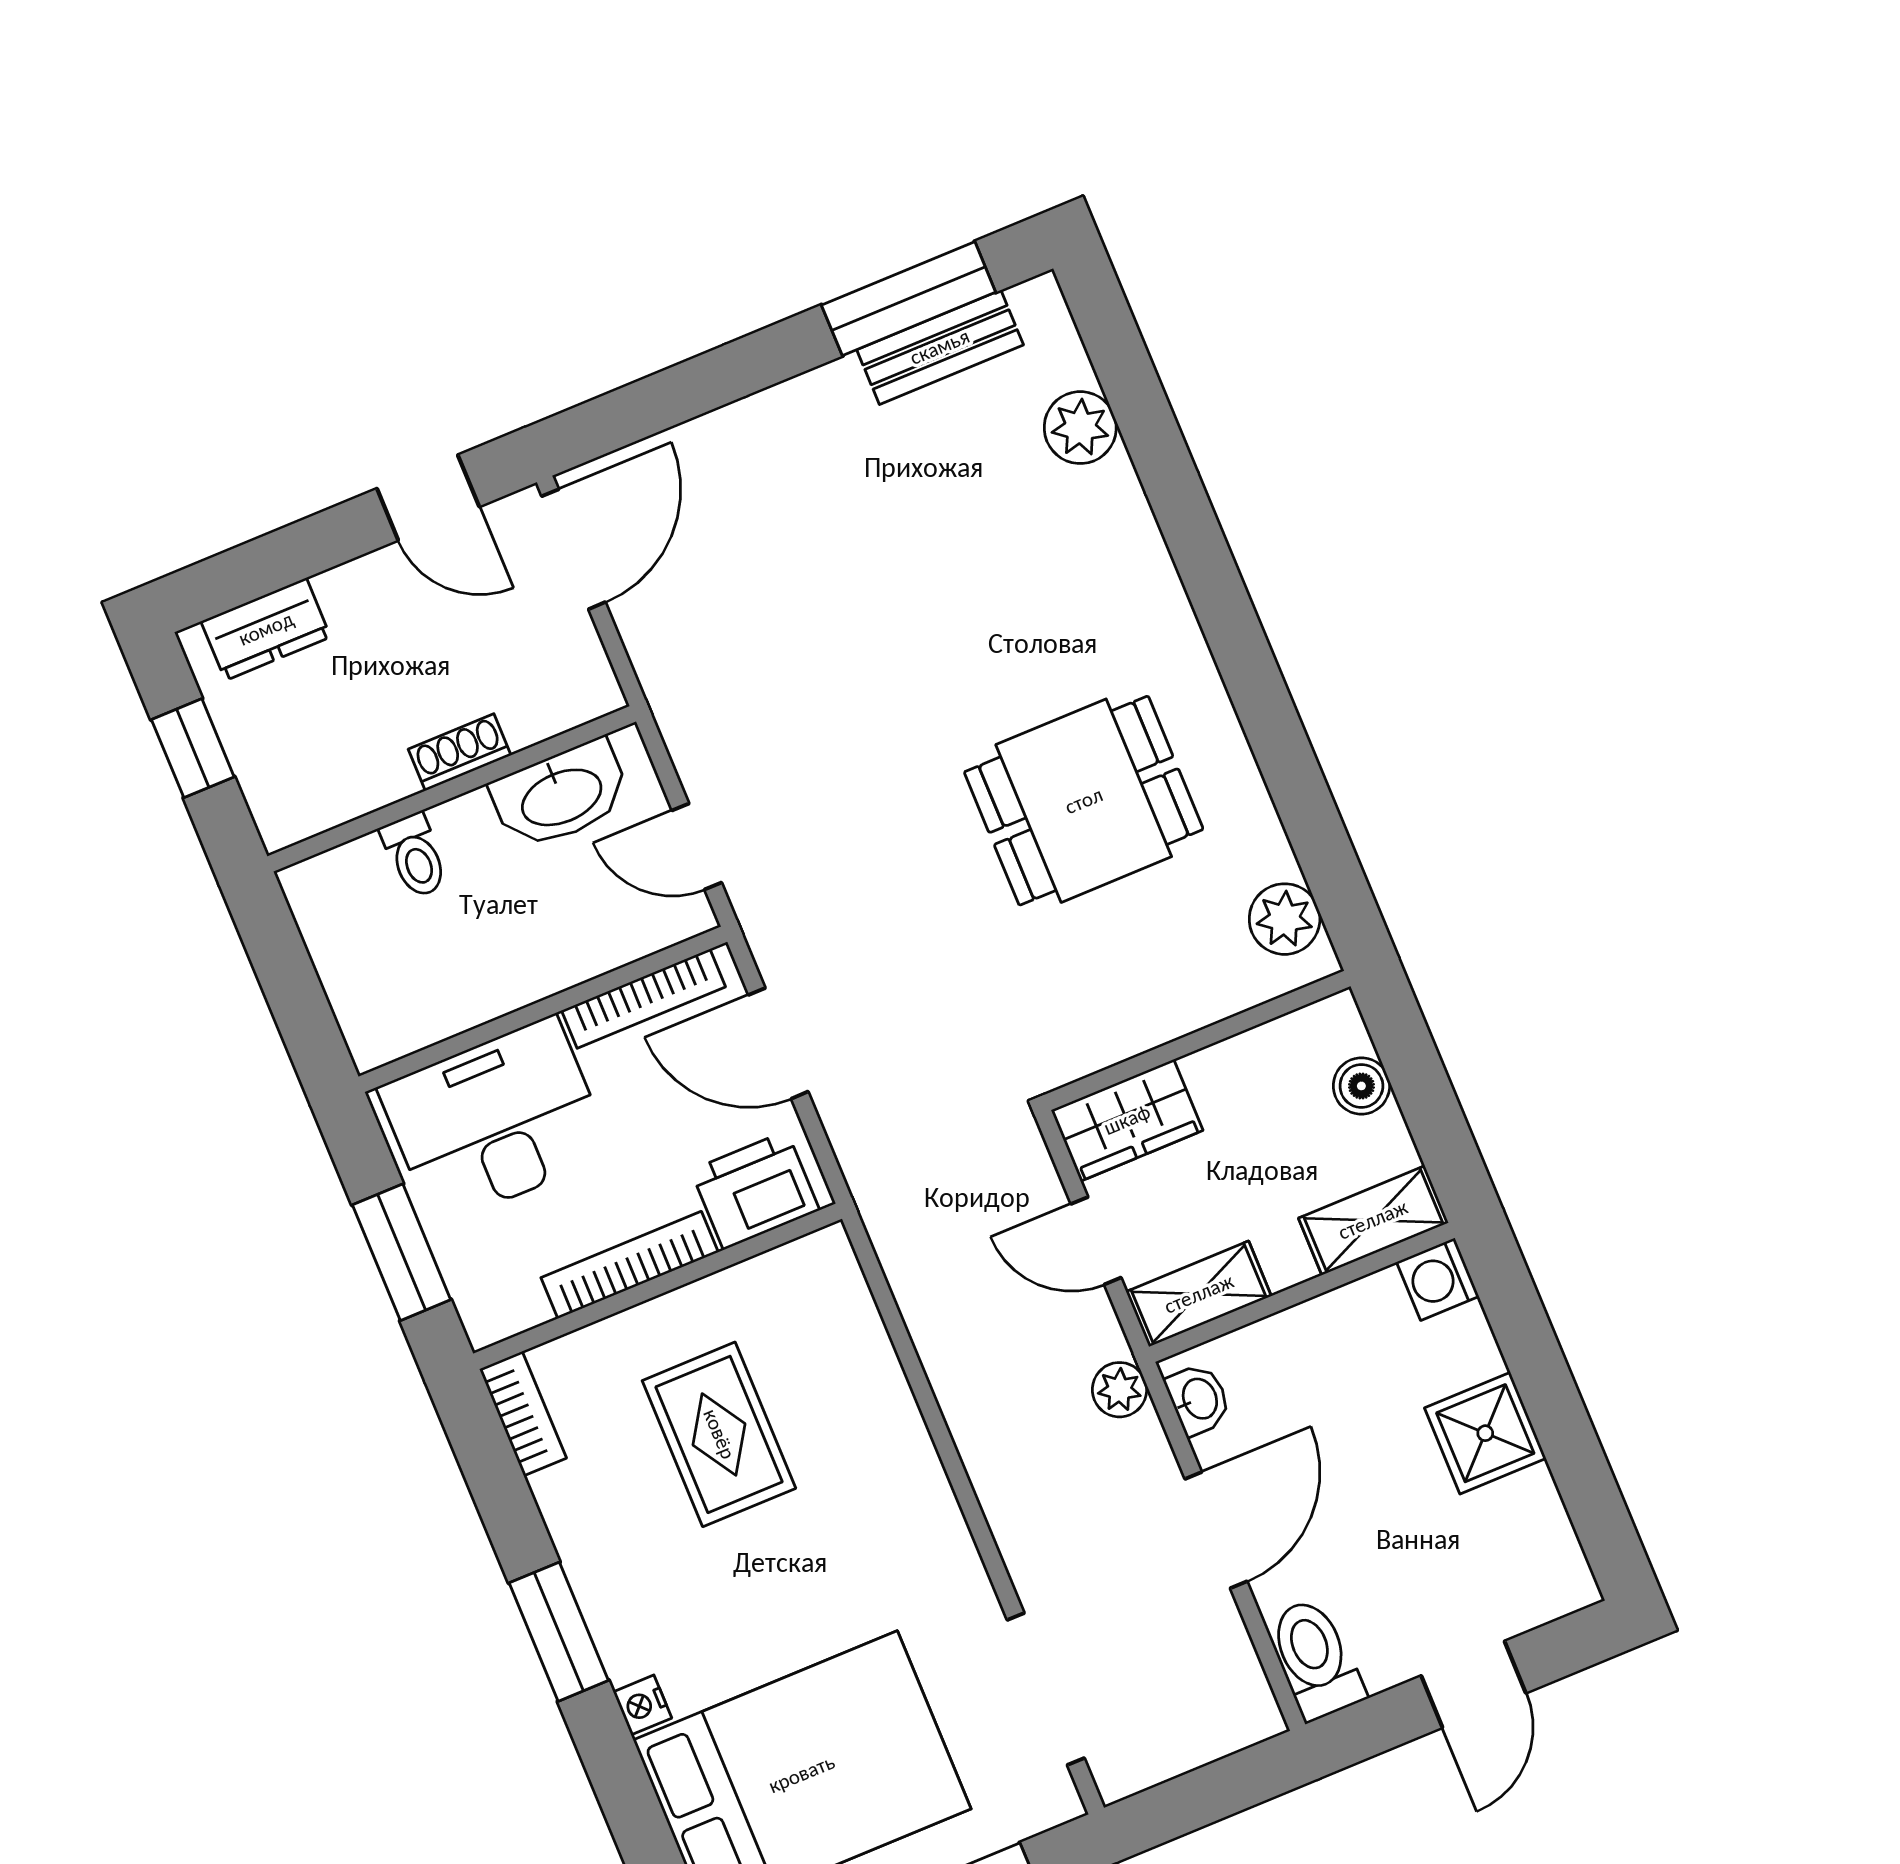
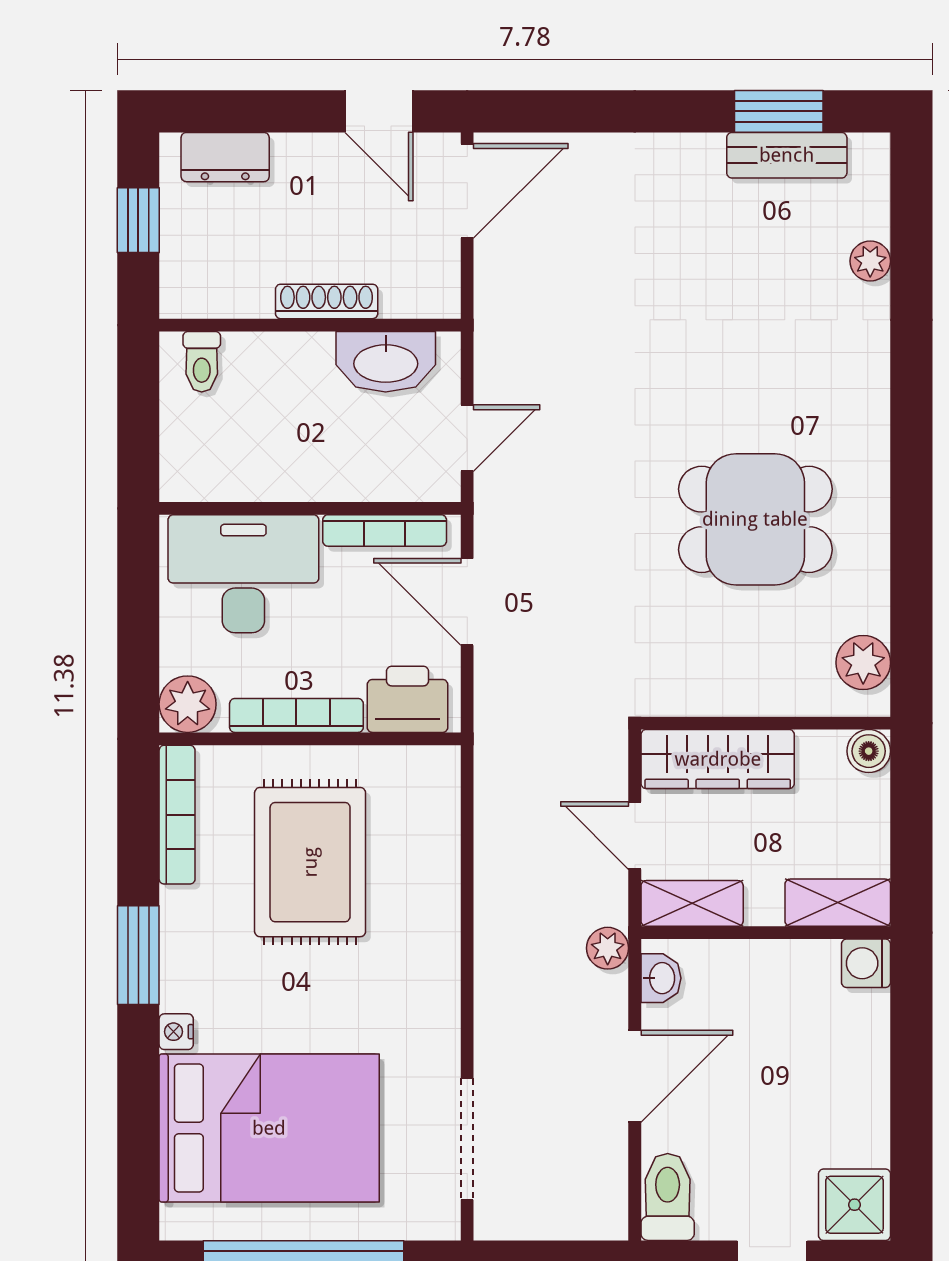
window: (909, 299) -> (779, 111), width x0.69
plant: (1080, 428) -> (870, 261), width x0.73, depth x0.73
shoe rack: (460, 752) -> (327, 301), width x1.43
door: (697, 847) -> (467, 438), swing flipped
toilet: (415, 856) -> (202, 362), moved
boiler: (1361, 1086) -> (869, 751), moved
wardrobe: (1127, 1120) -> (718, 759), width x1.50
window: (402, 1252) -> (138, 639), removed
plant: (493, 1306) -> (188, 704), added
bookcase: (523, 1414) -> (177, 815), width x1.56
shower: (1485, 1433) -> (854, 1205), moved
rug: (719, 1434) -> (310, 862), width x1.36, depth x1.43

